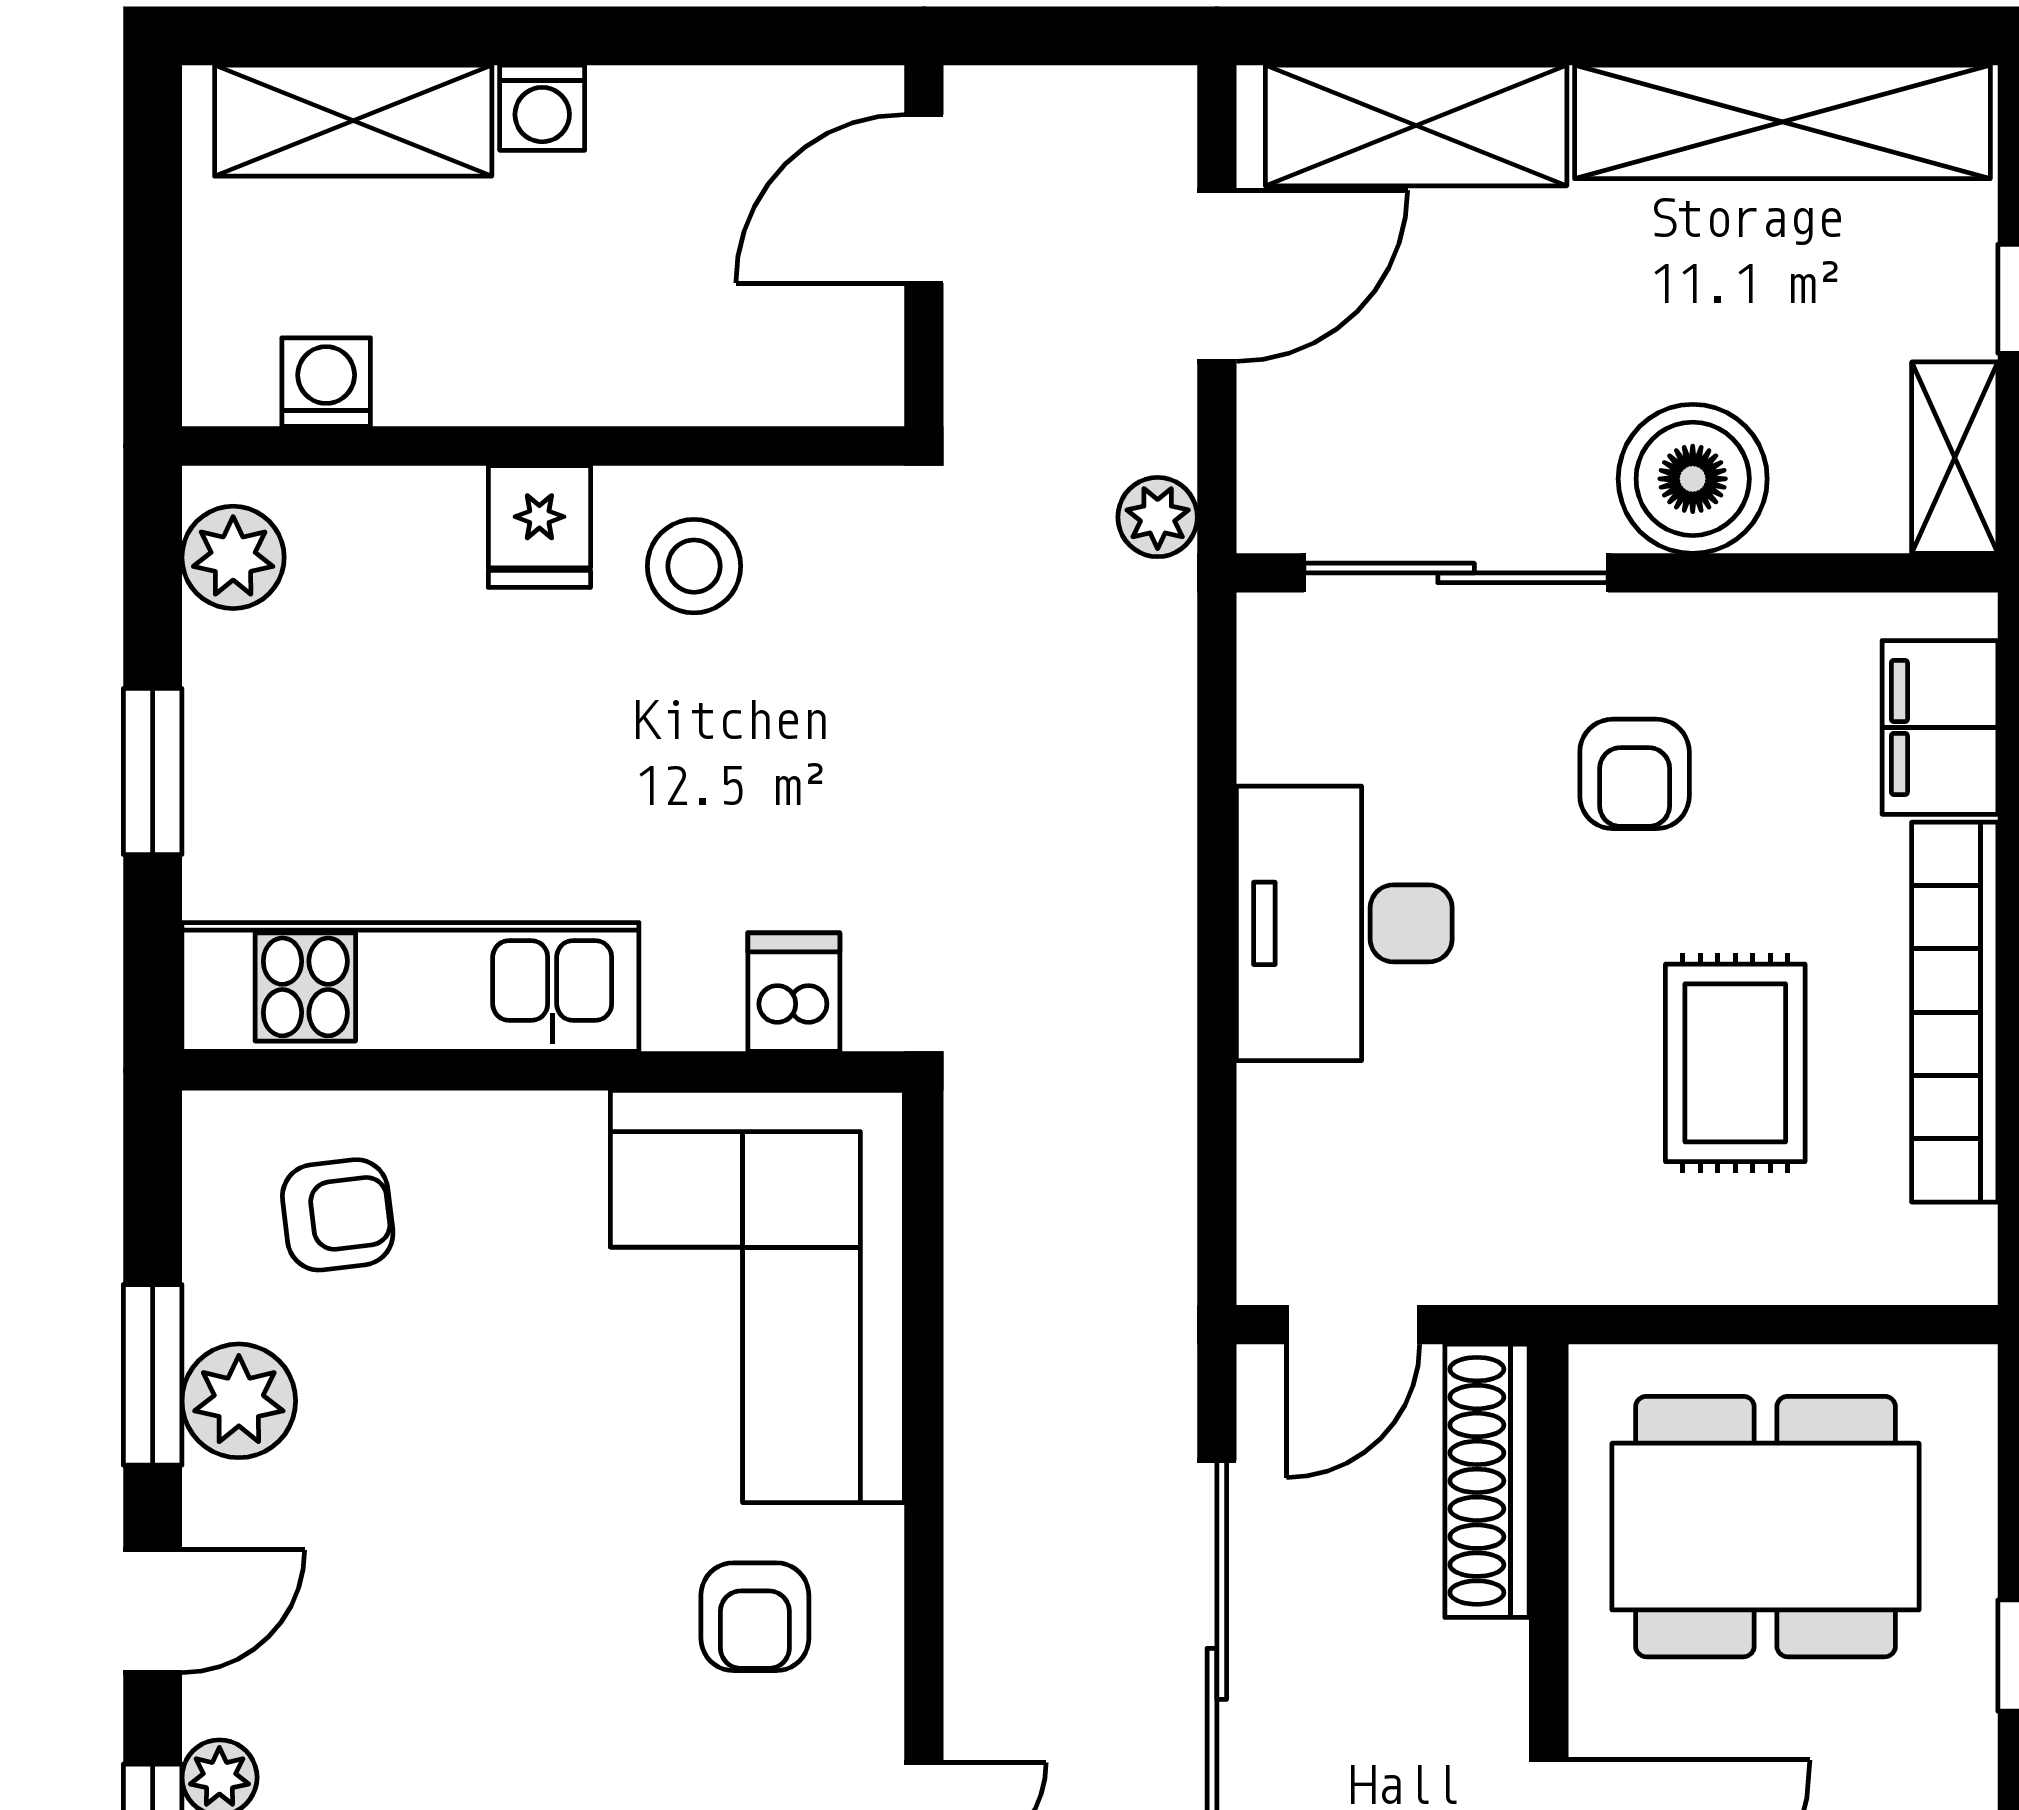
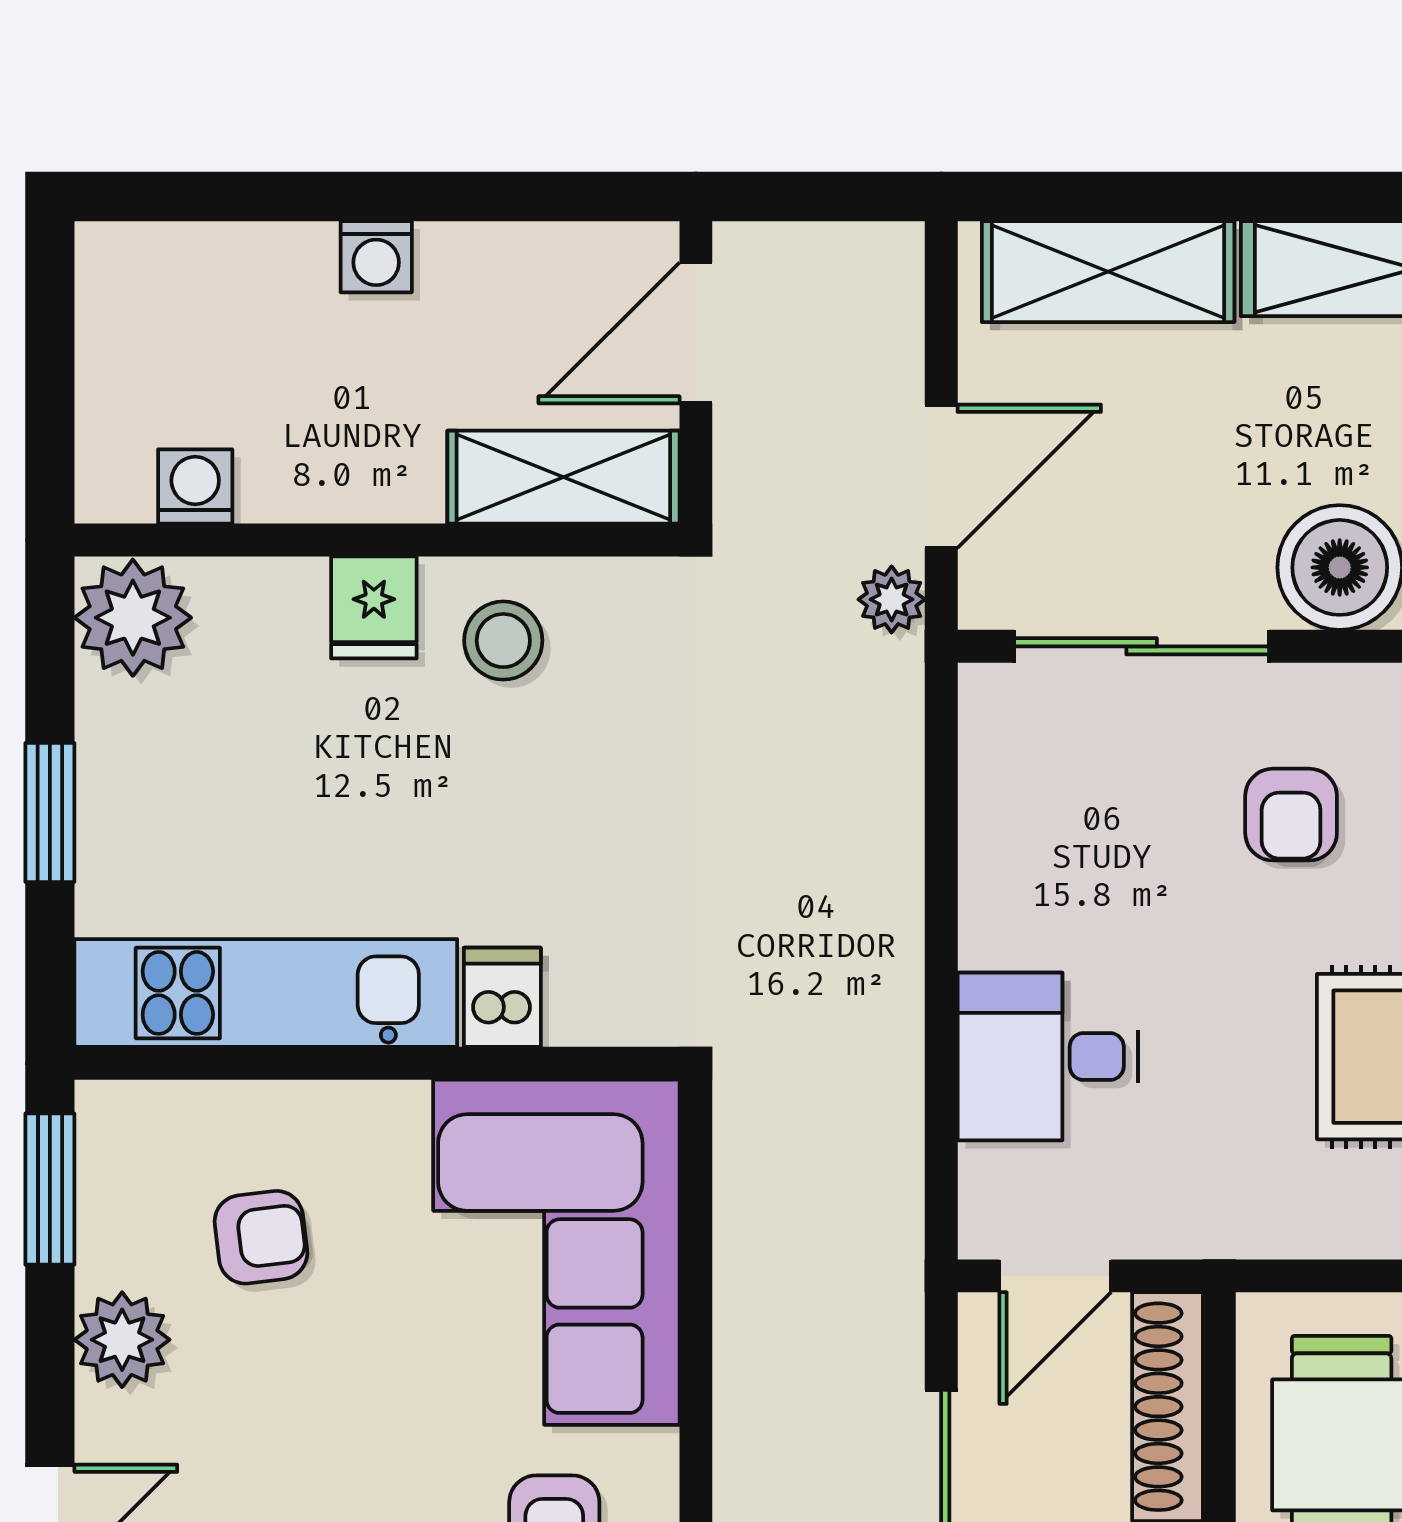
shelving: (353, 121) -> (563, 477), moved
door: (1217, 276) -> (941, 476), moved
plant: (233, 557) -> (133, 618), width x1.36, depth x1.36
desk: (1344, 923) -> (1048, 1056), moved, width x0.73
dishwasher: (794, 992) -> (502, 997), moved
armchair: (338, 1215) -> (261, 1237), moved
window: (153, 1375) -> (50, 1189), moved

